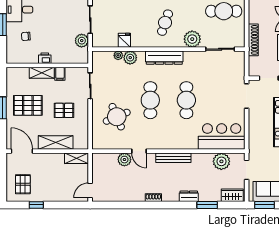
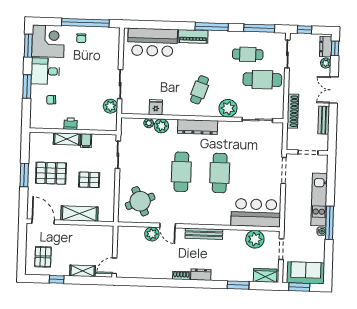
round table: (117, 117) -> (140, 201), moved
shelving: (77, 158) -> (83, 271), moved
dresser: (189, 196) -> (201, 275), moved

